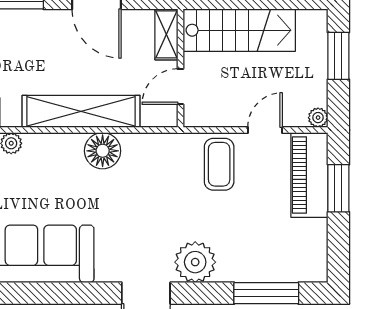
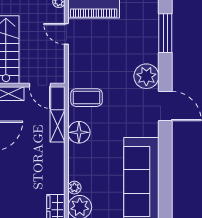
shelving: (81, 111) -> (58, 126), width x0.45, depth x0.75
coffee table: (219, 164) -> (86, 98), moved

